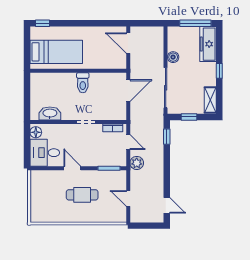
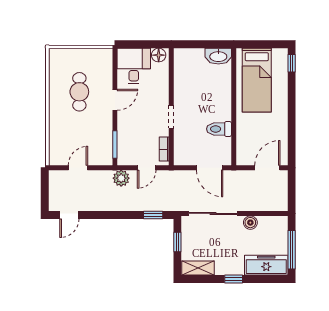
toilet: (83, 83) -> (219, 129), moved
washbasin: (50, 113) -> (218, 56), moved, turned 90
cafe table: (82, 195) -> (79, 92), moved

